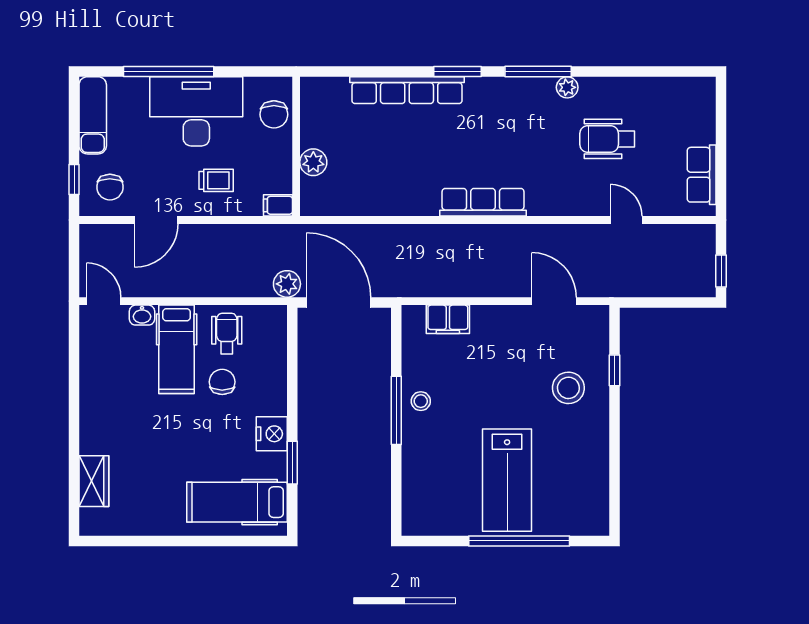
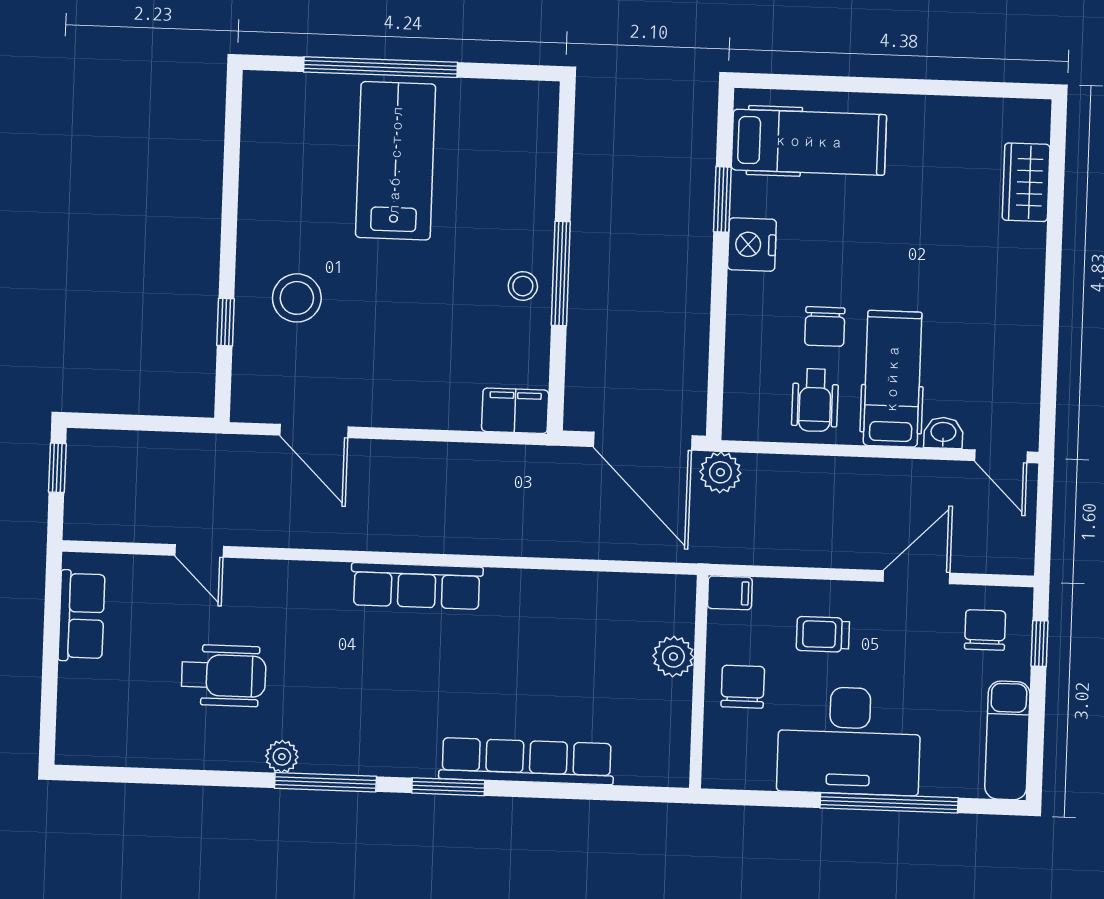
chair: (274, 114) -> (743, 687), moved
filing cabinet: (448, 319) -> (515, 411), moved

